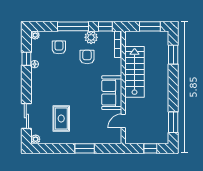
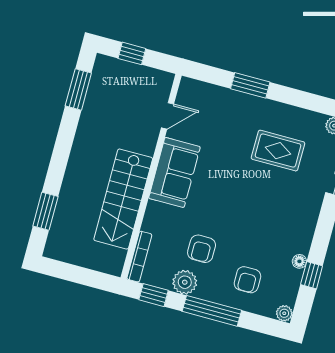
window: (150, 26) -> (74, 273), removed
rug: (61, 118) -> (278, 151), turned 90

